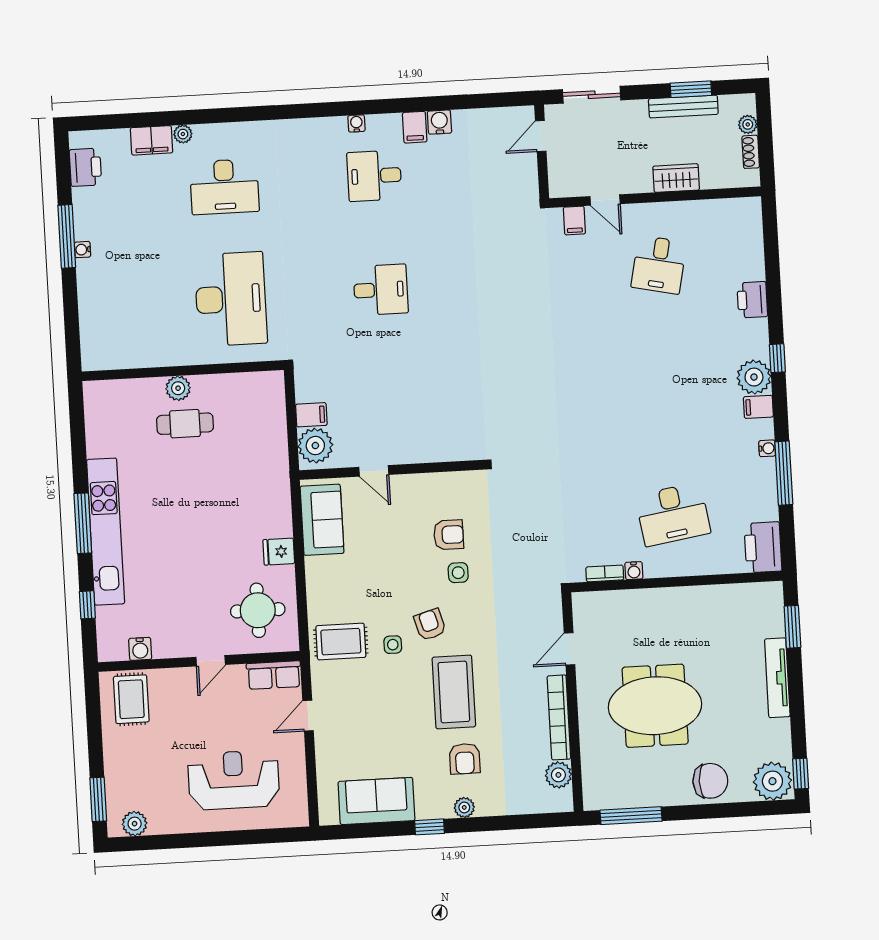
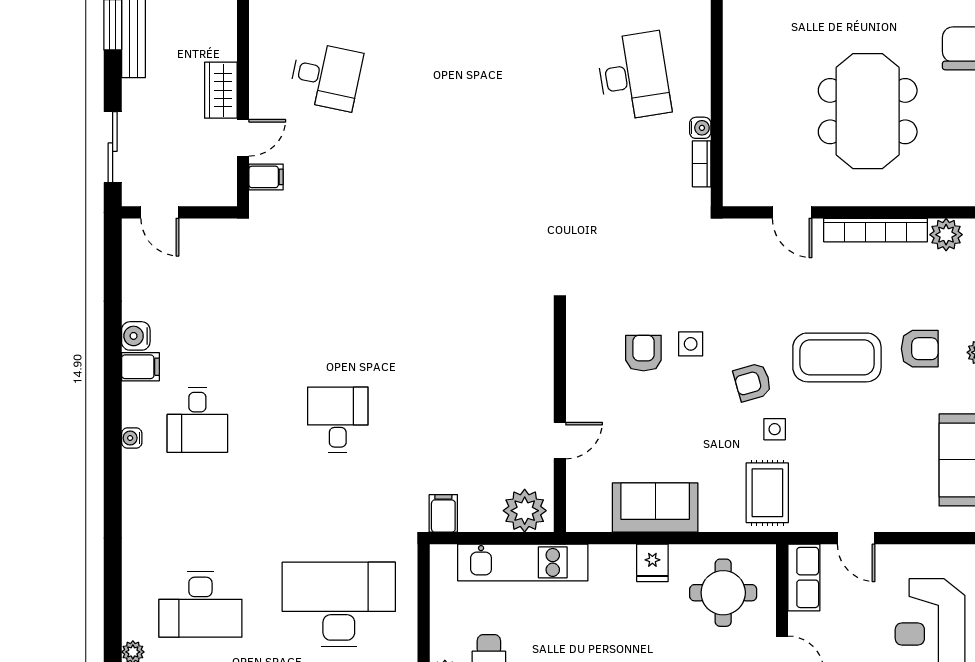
wardrobe: (676, 178) -> (221, 90), moved
desk: (224, 187) -> (200, 605), turned 90
filing cabinet: (311, 415) -> (443, 513), moved
kitchen unit: (273, 446) -> (523, 562), added
sofa: (322, 520) -> (655, 508), moved

